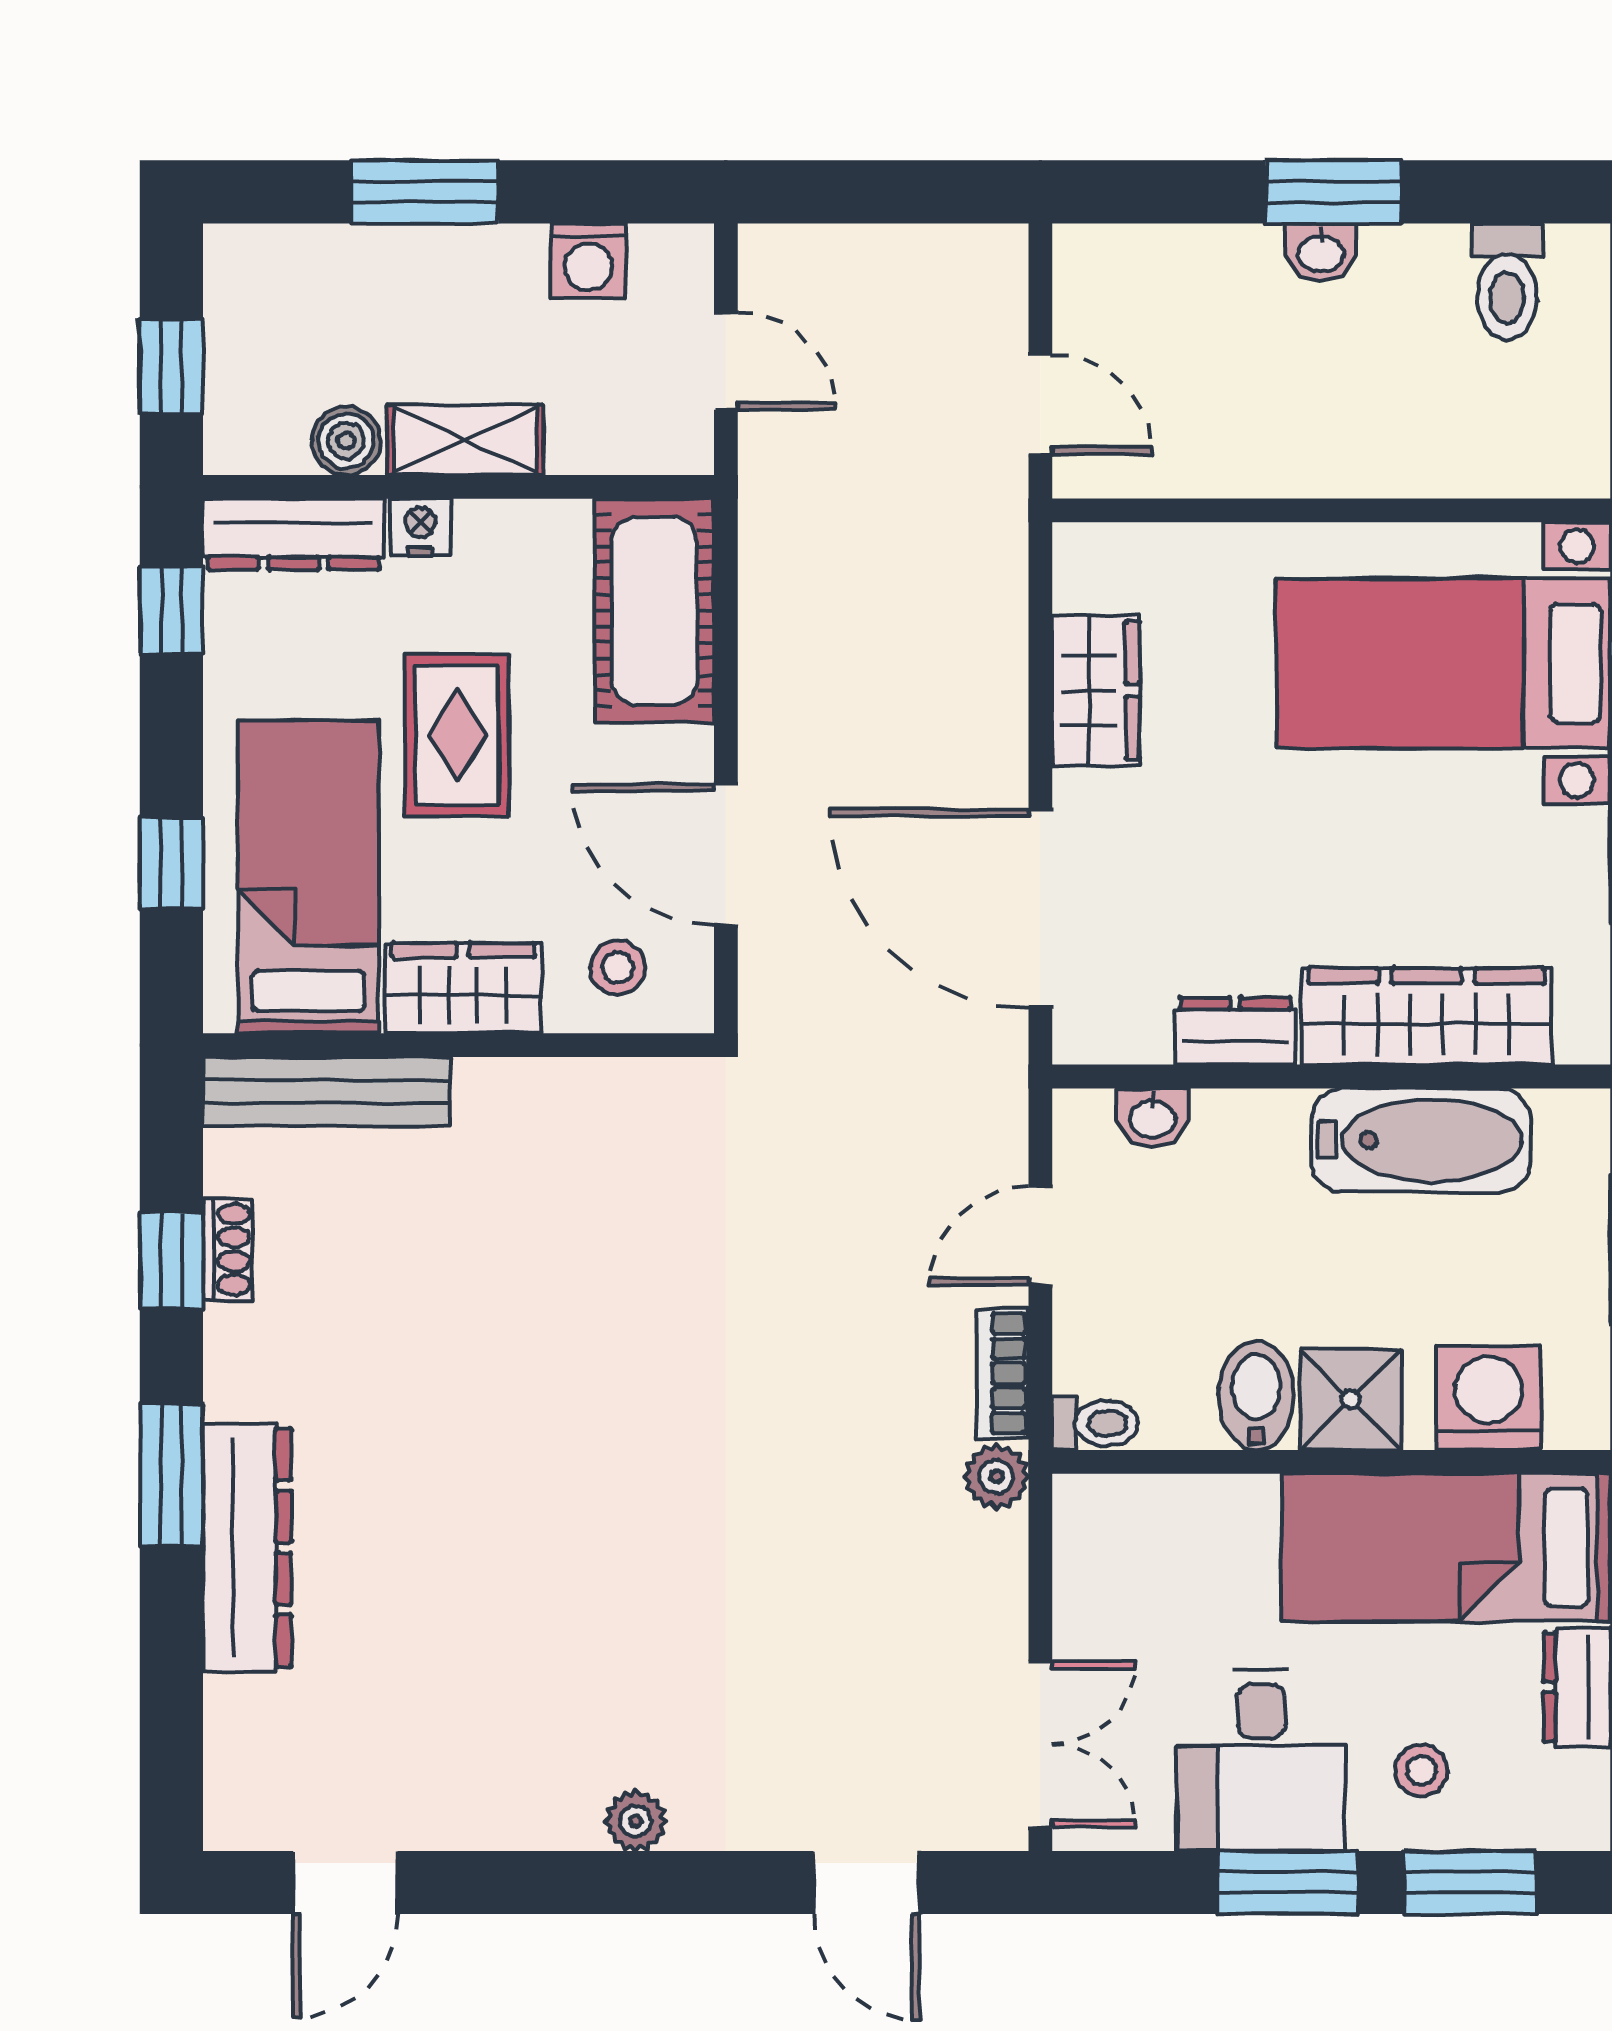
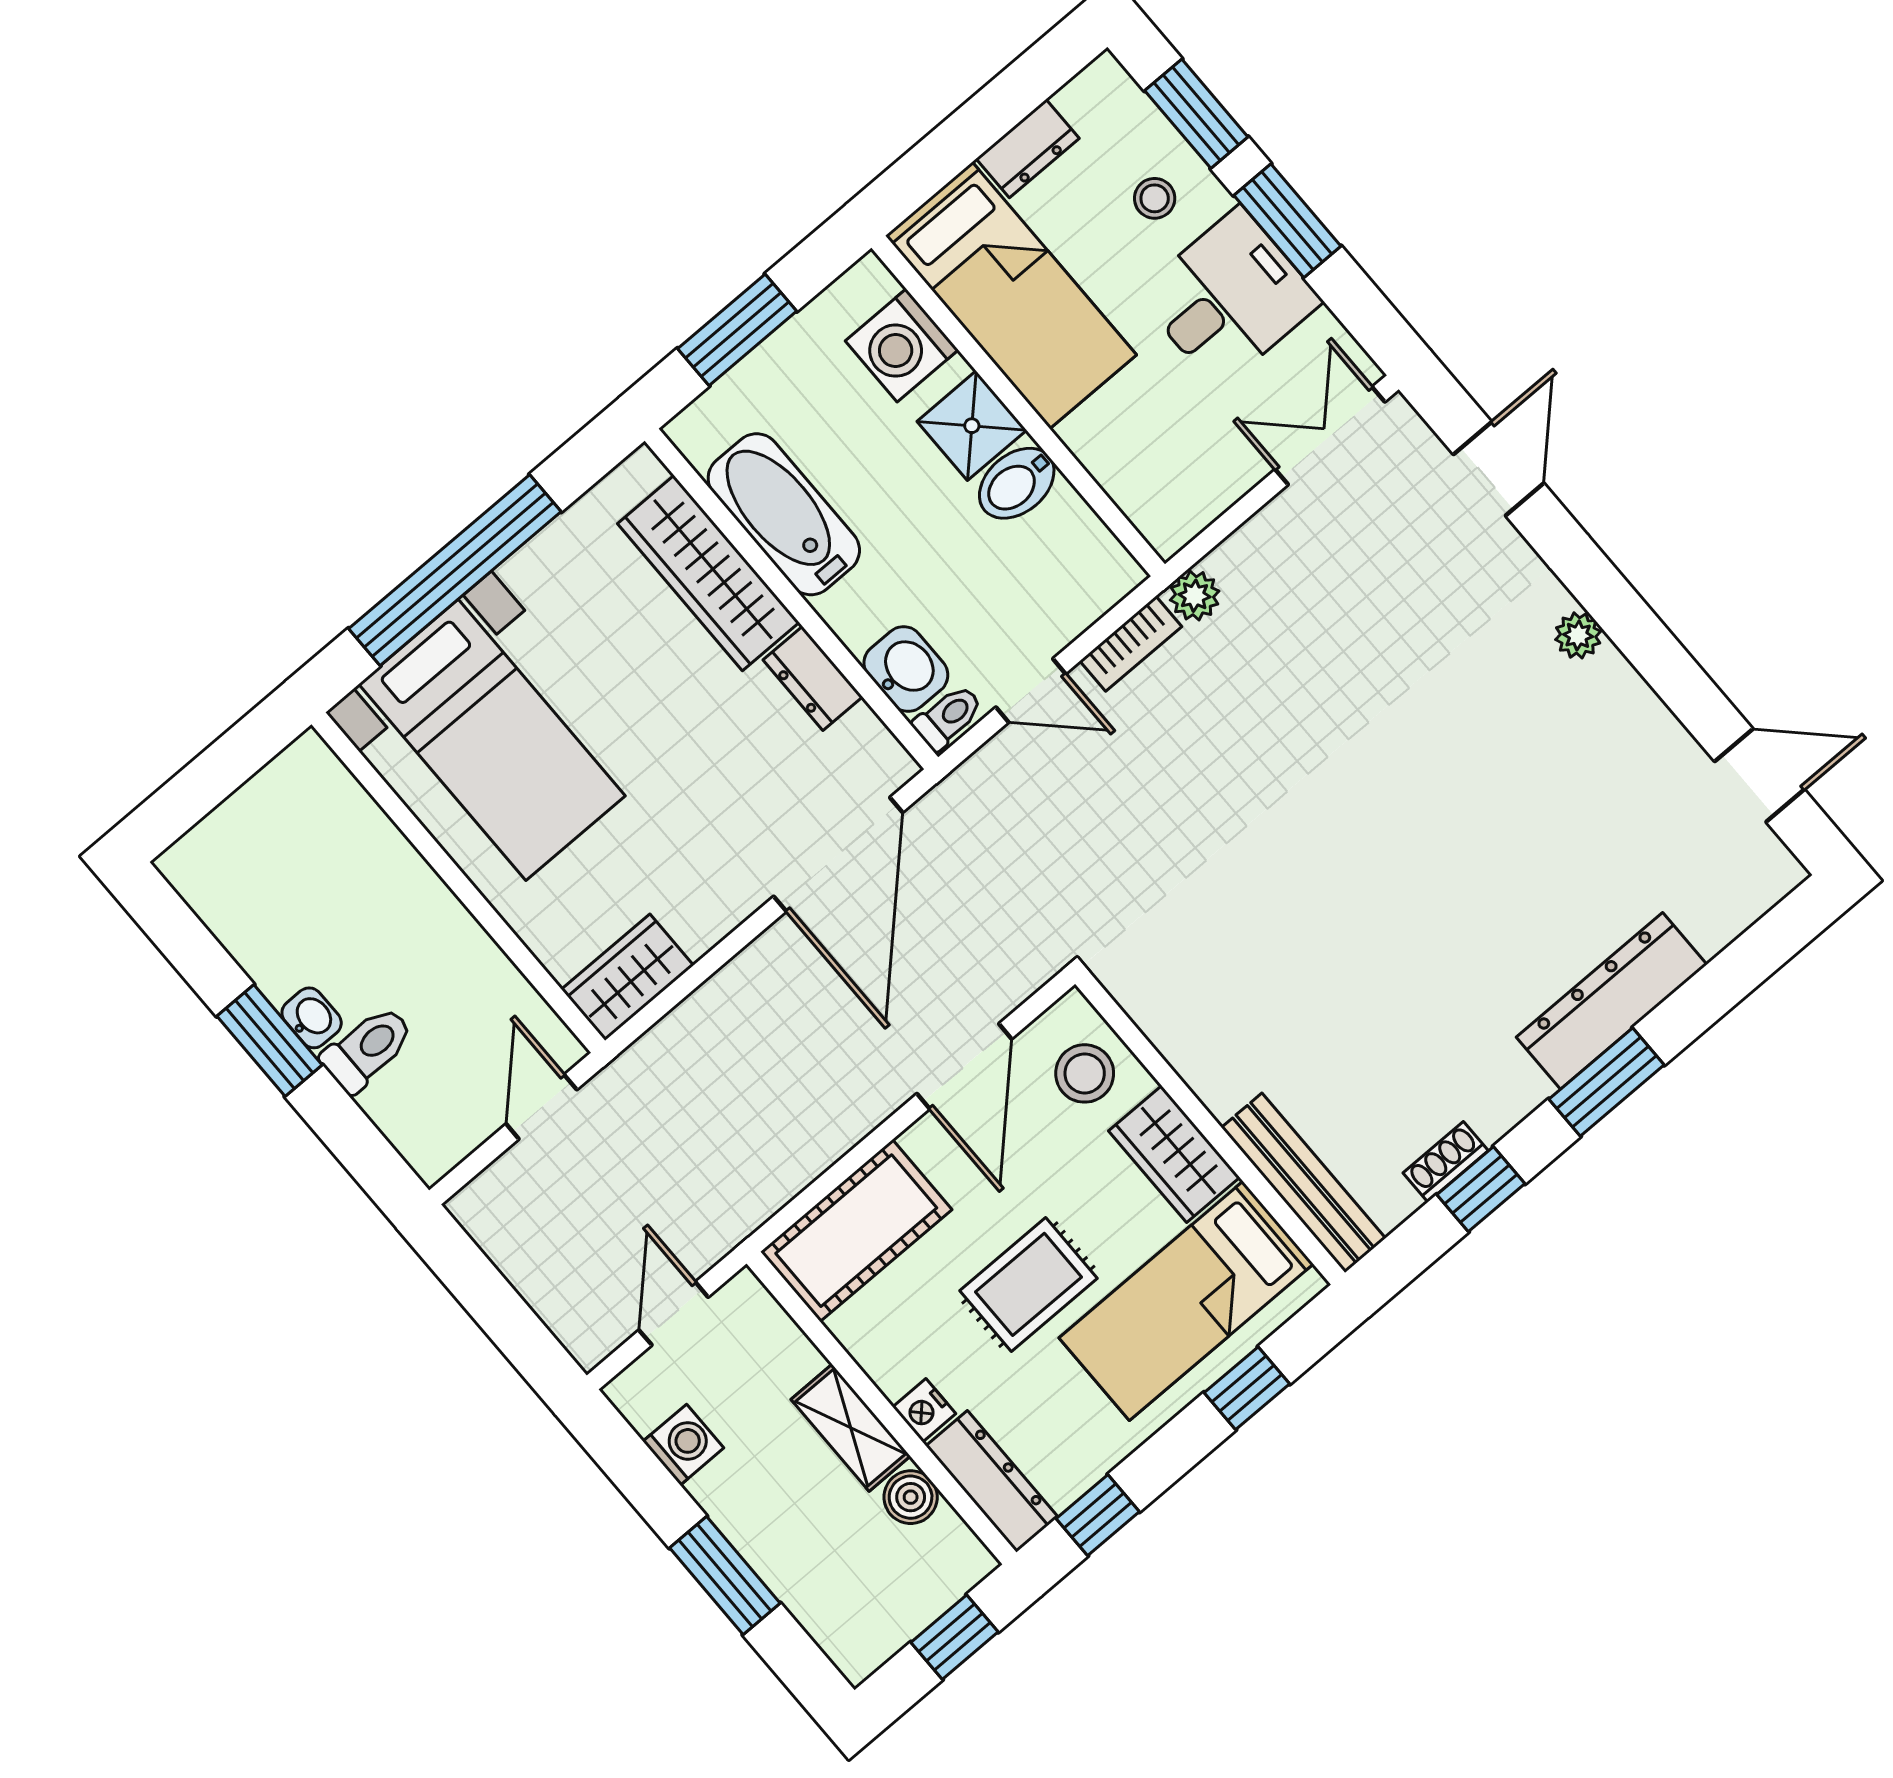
toilet: (1507, 282) -> (368, 1049), moved
wardrobe: (1096, 690) -> (627, 977), moved
stool: (618, 968) -> (1085, 1073), width x1.37, depth x1.37
washbasin: (1152, 1118) -> (906, 669), width x1.38, depth x1.45
toilet: (1096, 1423) -> (948, 717), moved, turned 90

